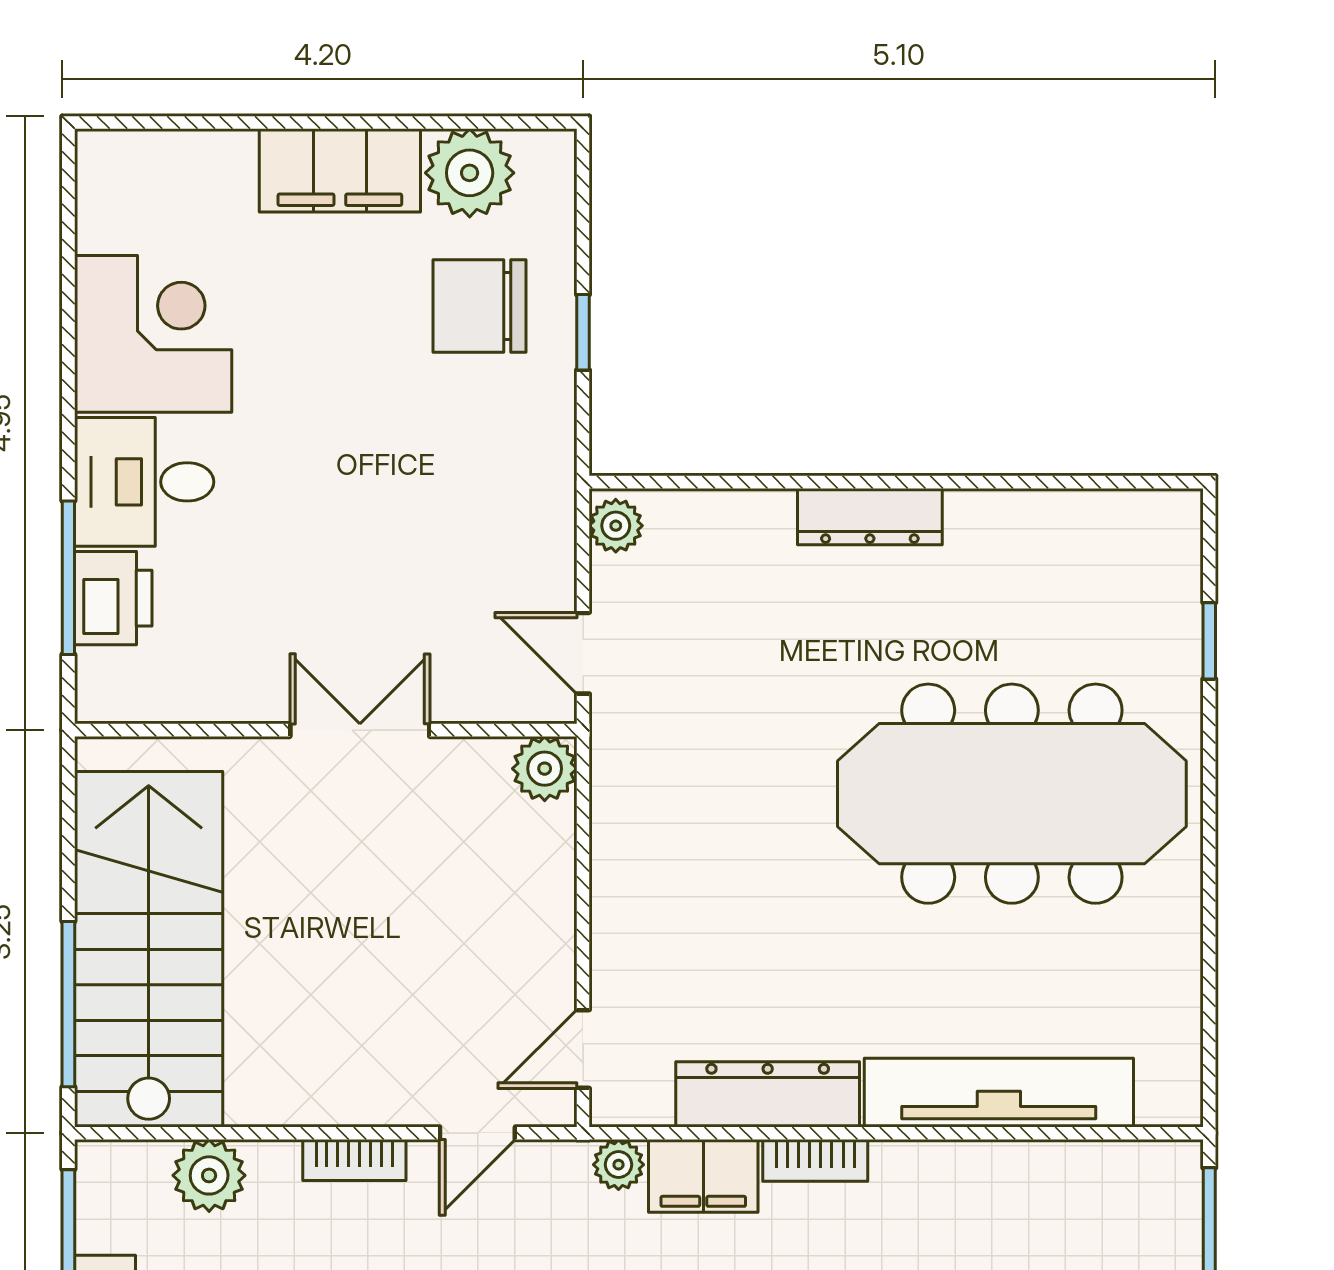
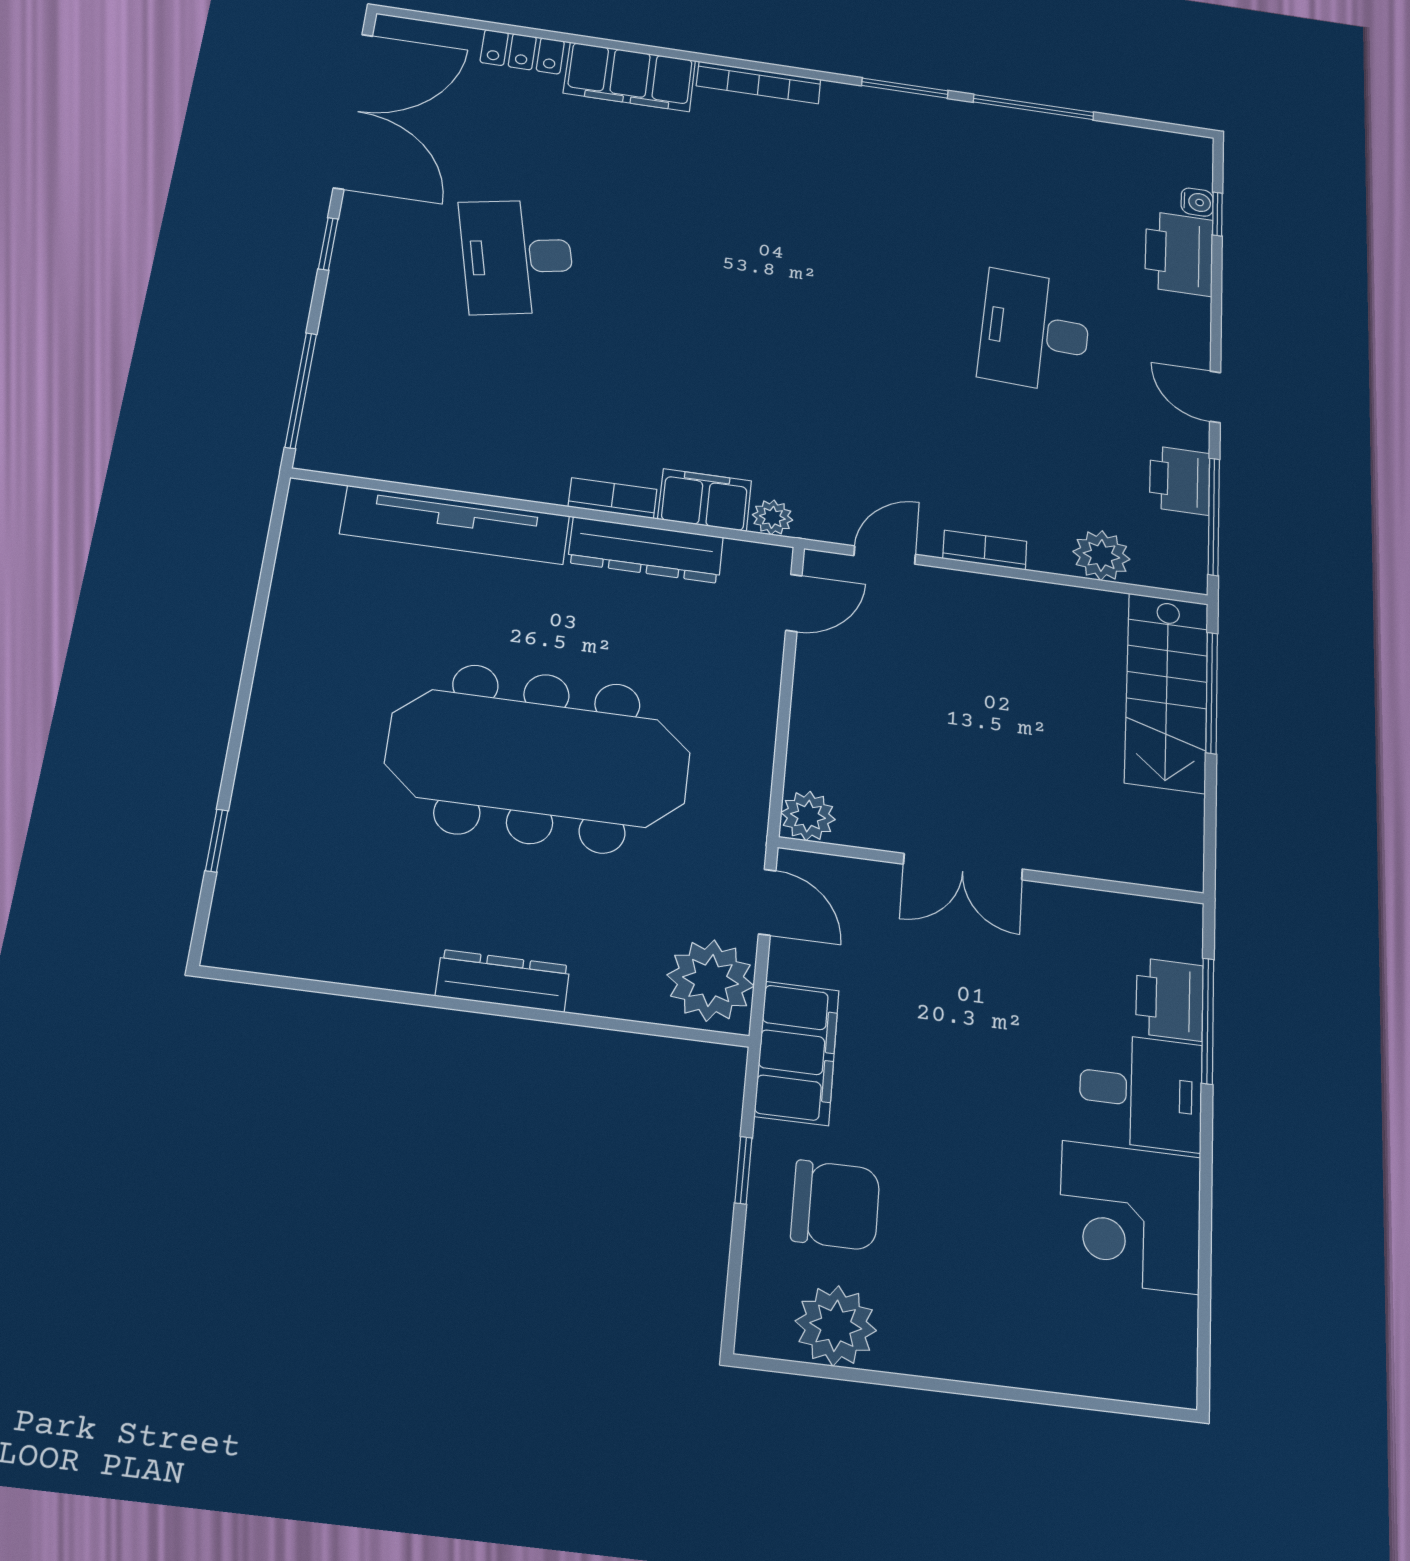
filing cabinet: (340, 170) -> (797, 1053), moved, turned 90
plant: (616, 526) -> (711, 980), width x1.88, depth x1.88
meeting table: (1012, 794) -> (538, 758), moved
stairs: (149, 949) -> (1167, 692), width x0.73, depth x0.66

